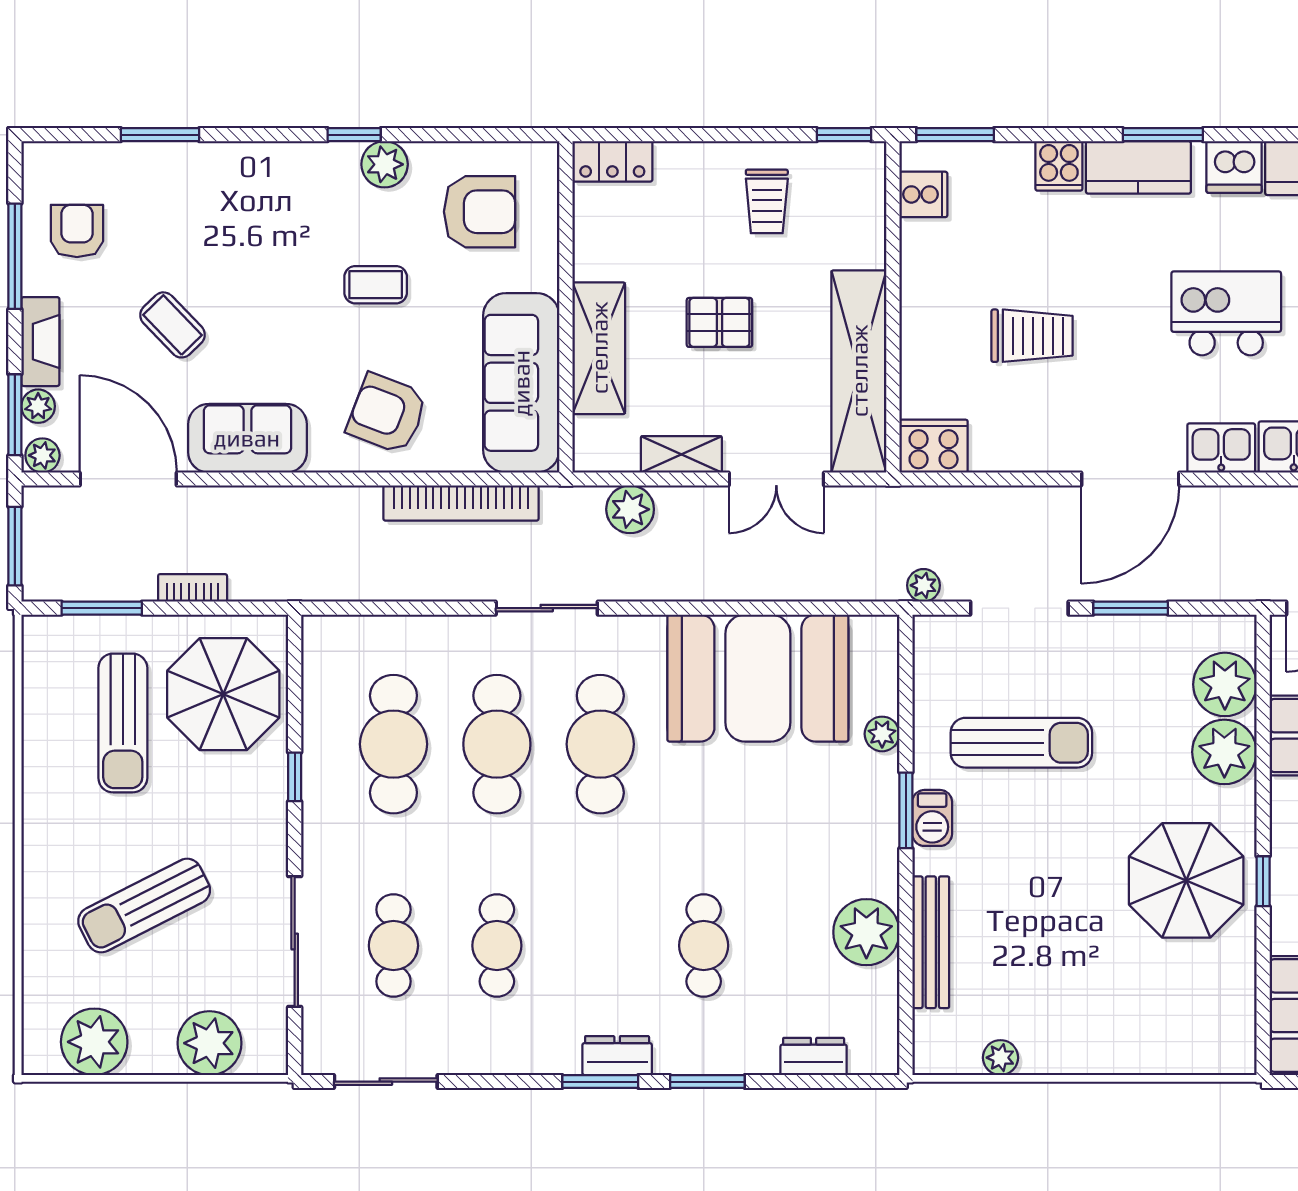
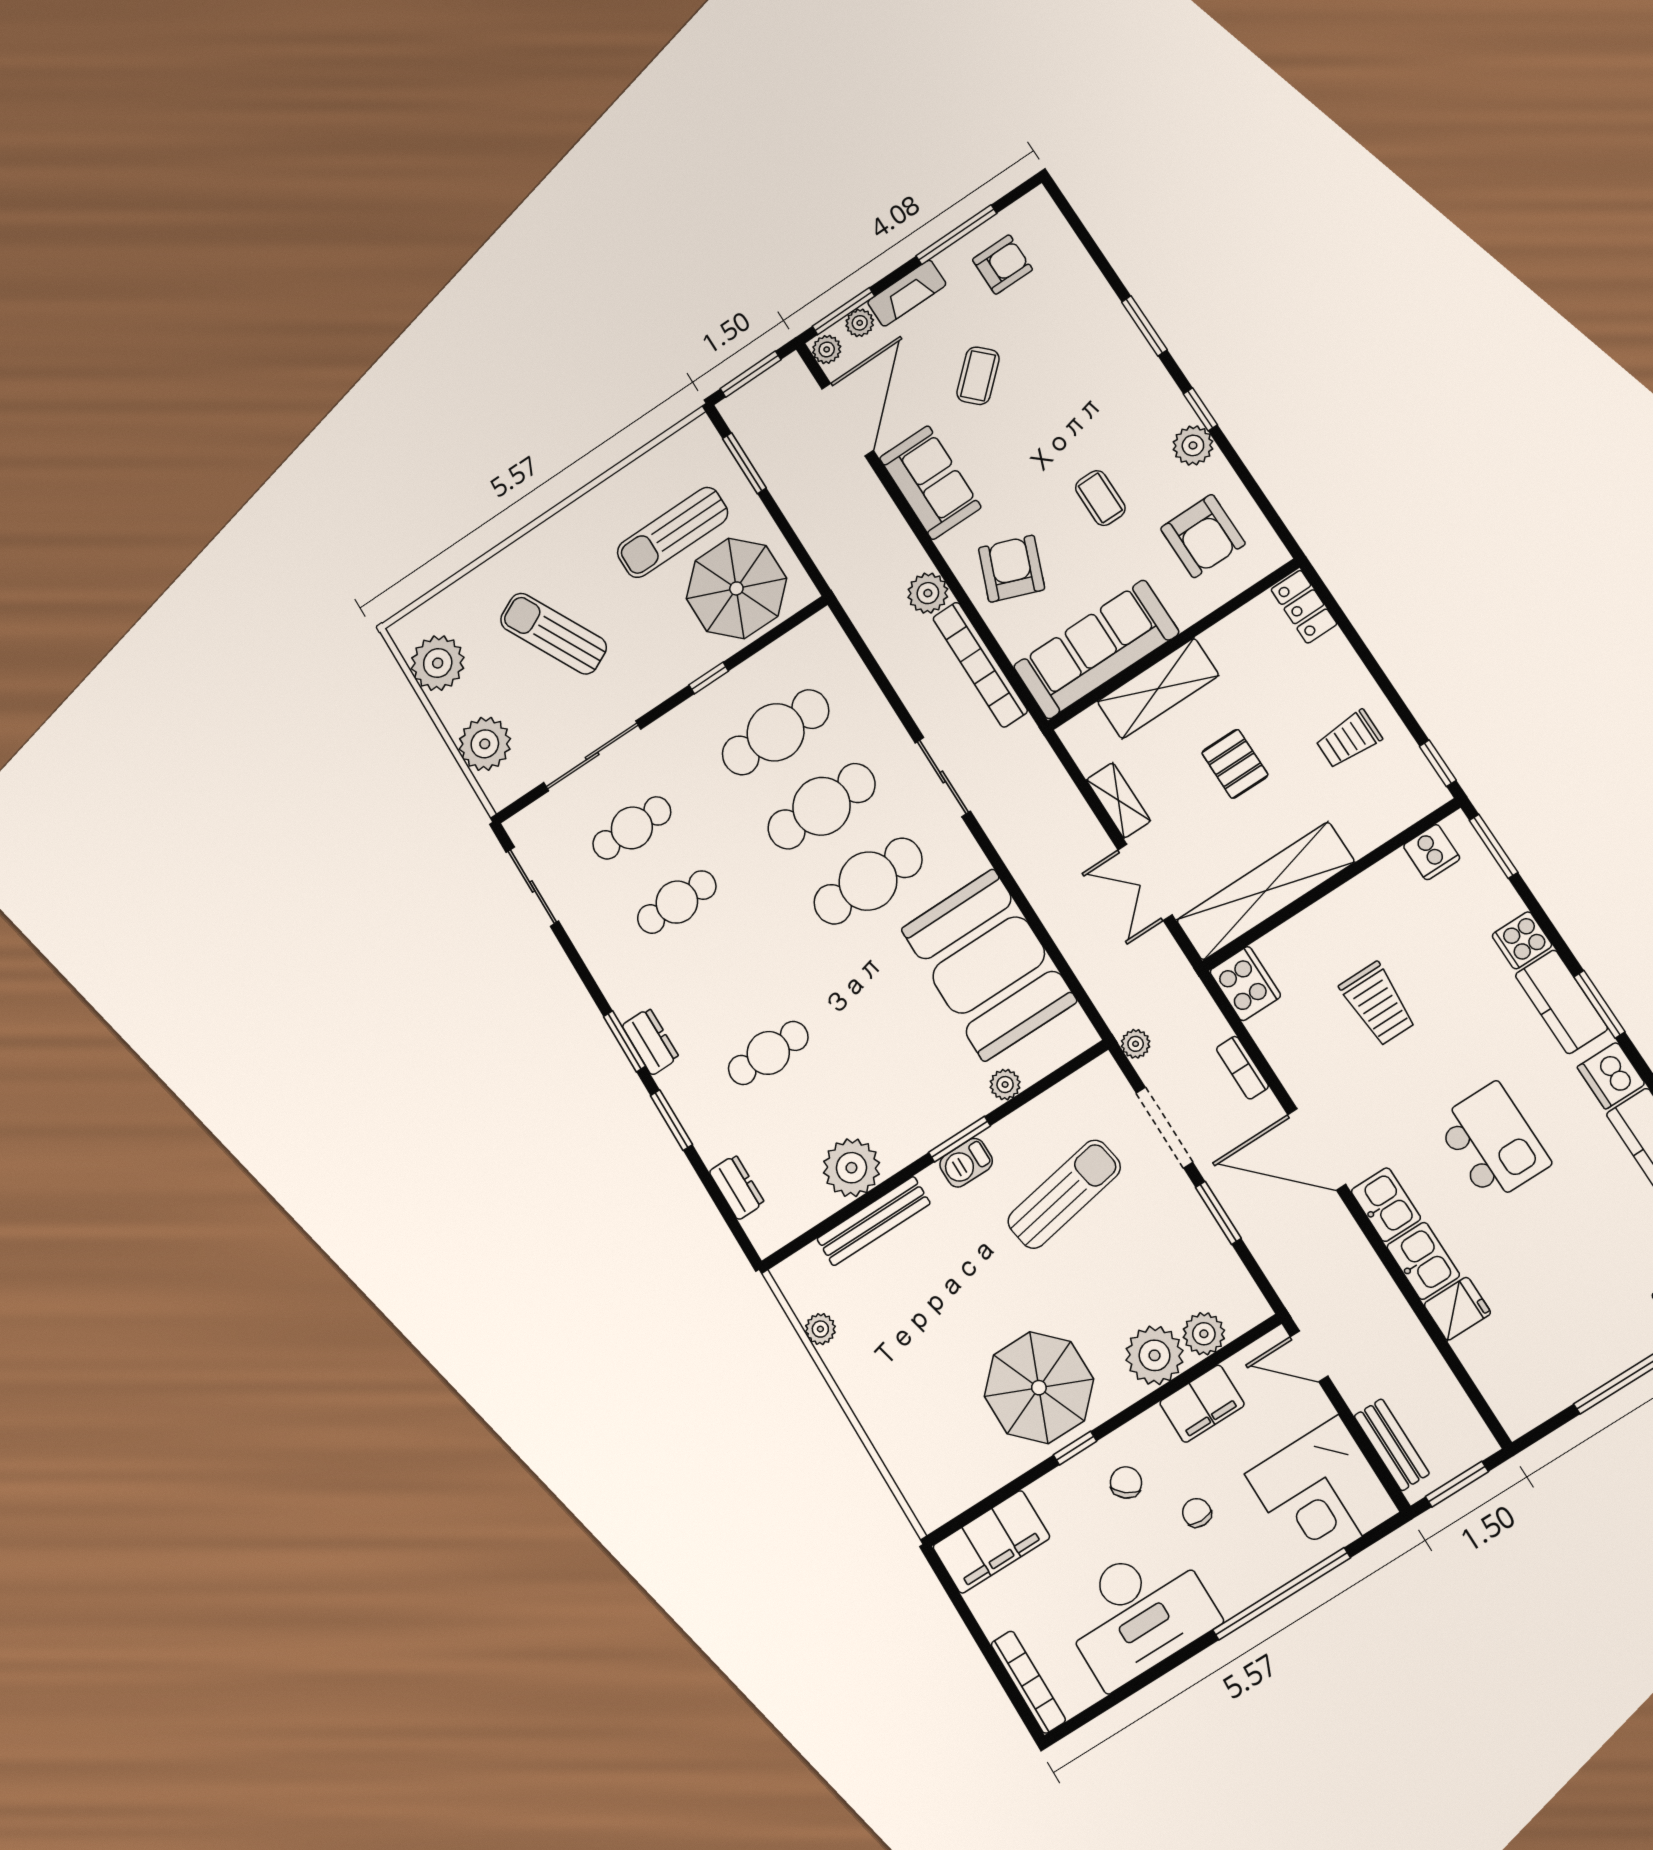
window: (160, 135) -> (1144, 326), moved
plant: (630, 509) -> (928, 593), moved
bookcase: (193, 588) -> (1242, 1068), moved, turned 180
plant: (1225, 684) -> (1204, 1334), width x0.73, depth x0.73
sun lounger: (1021, 743) -> (1064, 1194), turned -100

